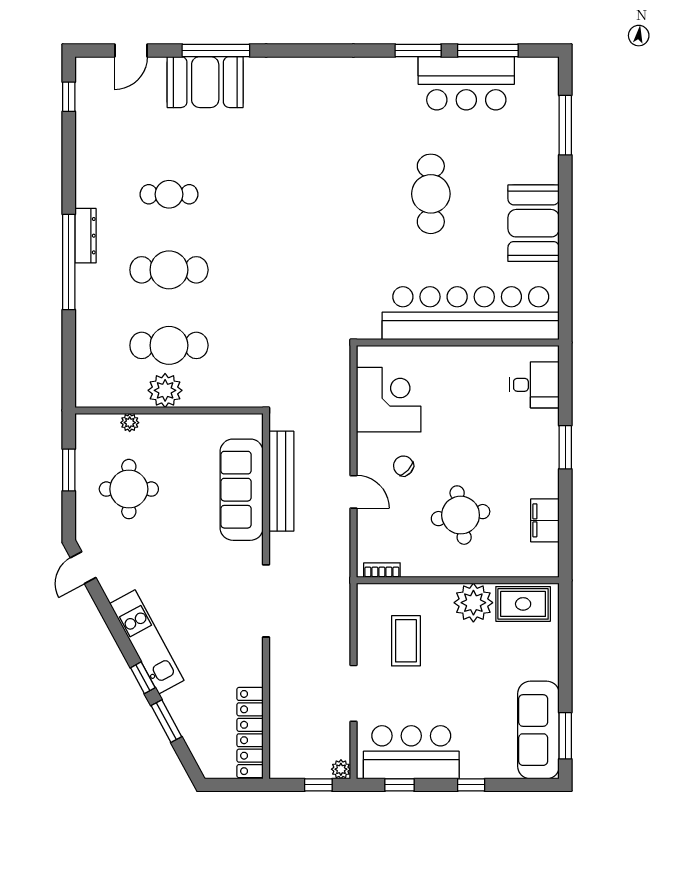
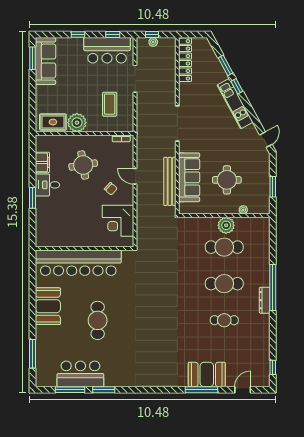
desk: (534, 385) -> (47, 185), moved
round table: (129, 489) -> (227, 180), moved
plant: (341, 769) -> (153, 42), moved

